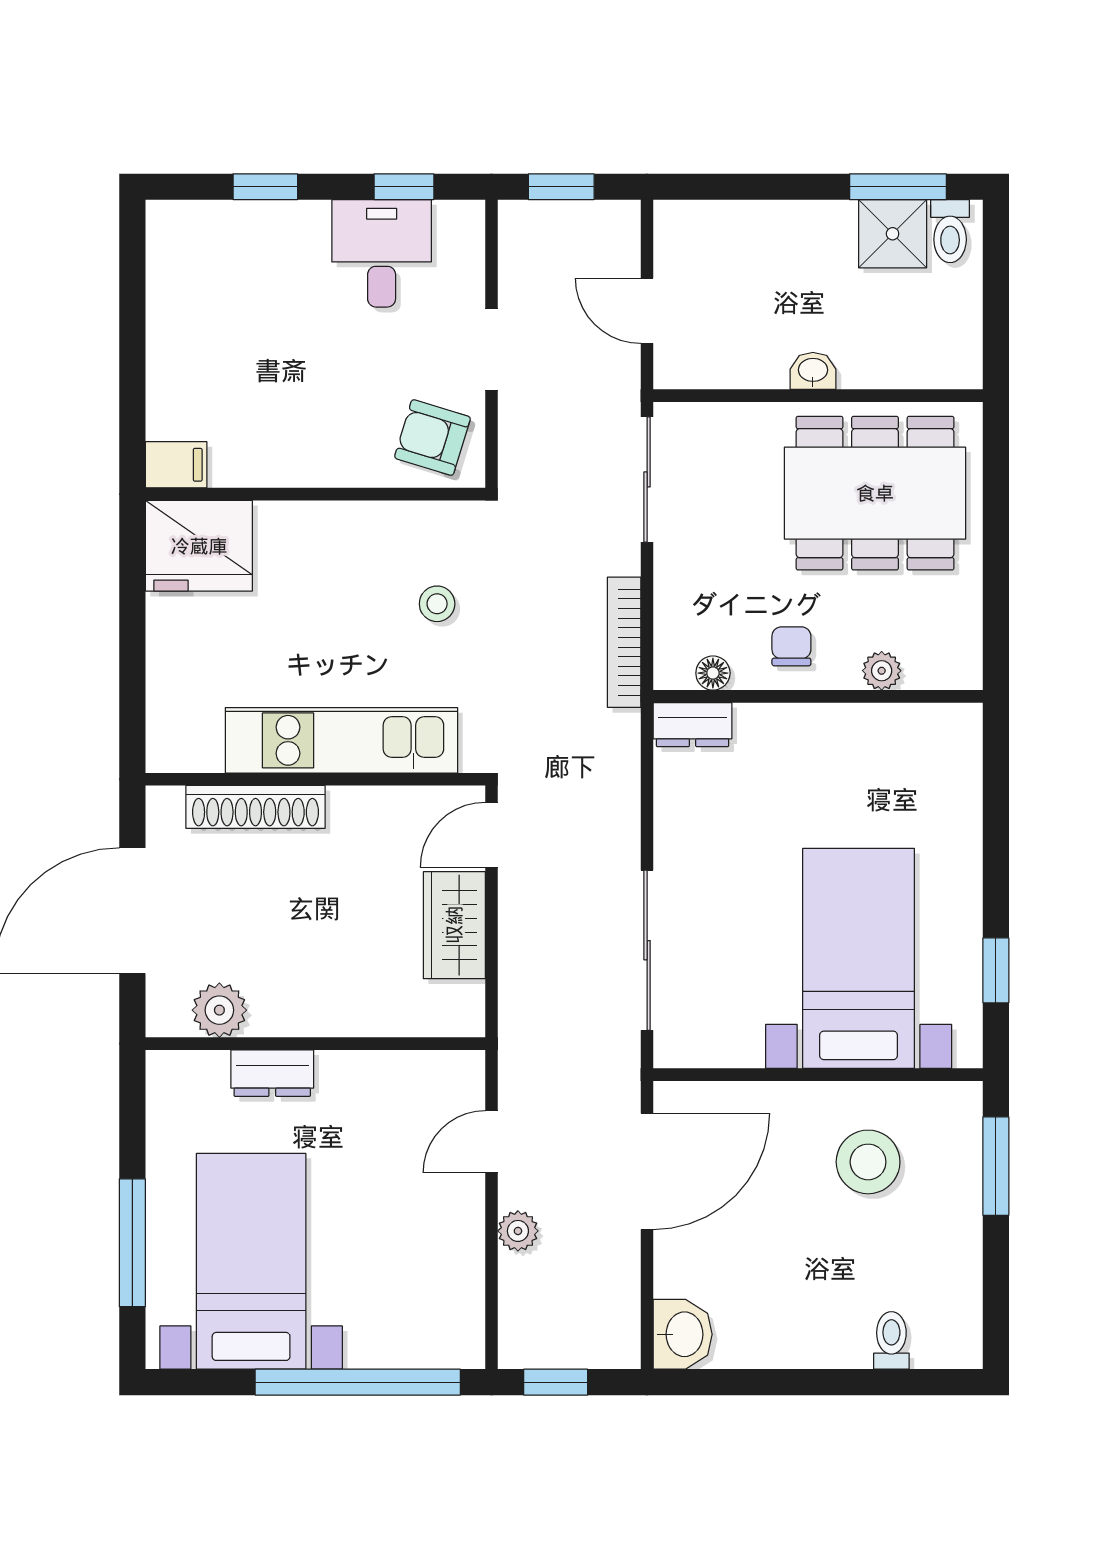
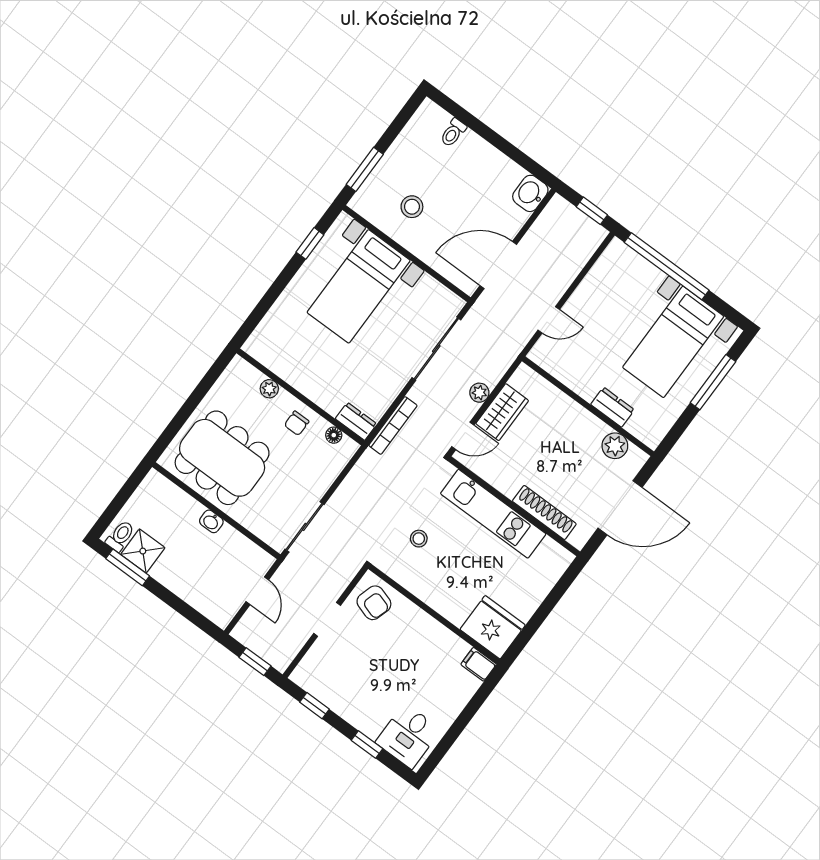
desk: (382, 253) -> (408, 736), moved
bookcase: (624, 642) -> (393, 425), moved
stool: (868, 1162) -> (412, 207), width x0.73, depth x0.73
plant: (518, 1231) -> (479, 393), moved

